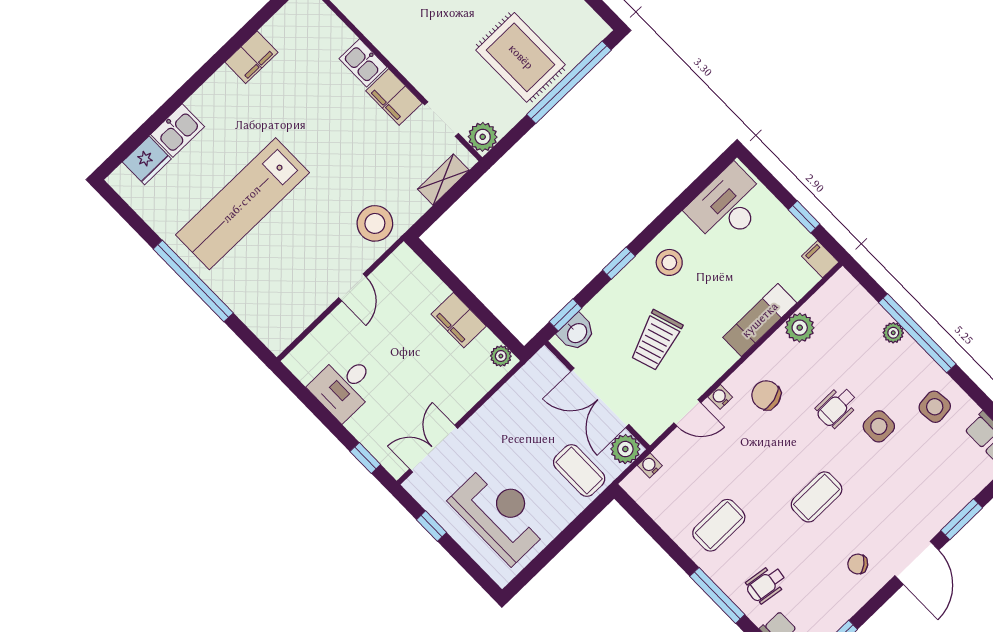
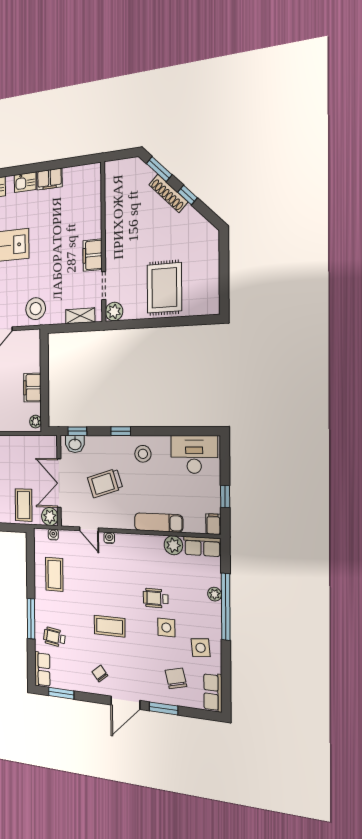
kitchen sink: (363, 63) -> (25, 182), moved, turned -90
window: (569, 82) -> (176, 322), removed
row of seats: (831, 295) -> (202, 546), added
chair: (766, 395) -> (176, 678), moved
coffee table: (719, 525) -> (54, 574), moved, turned 90

